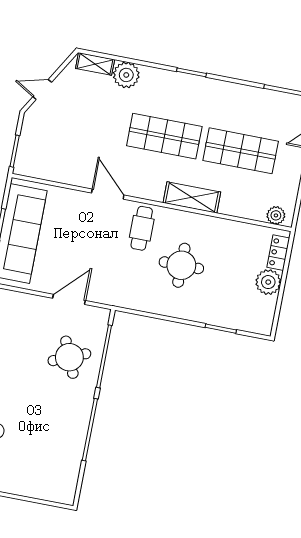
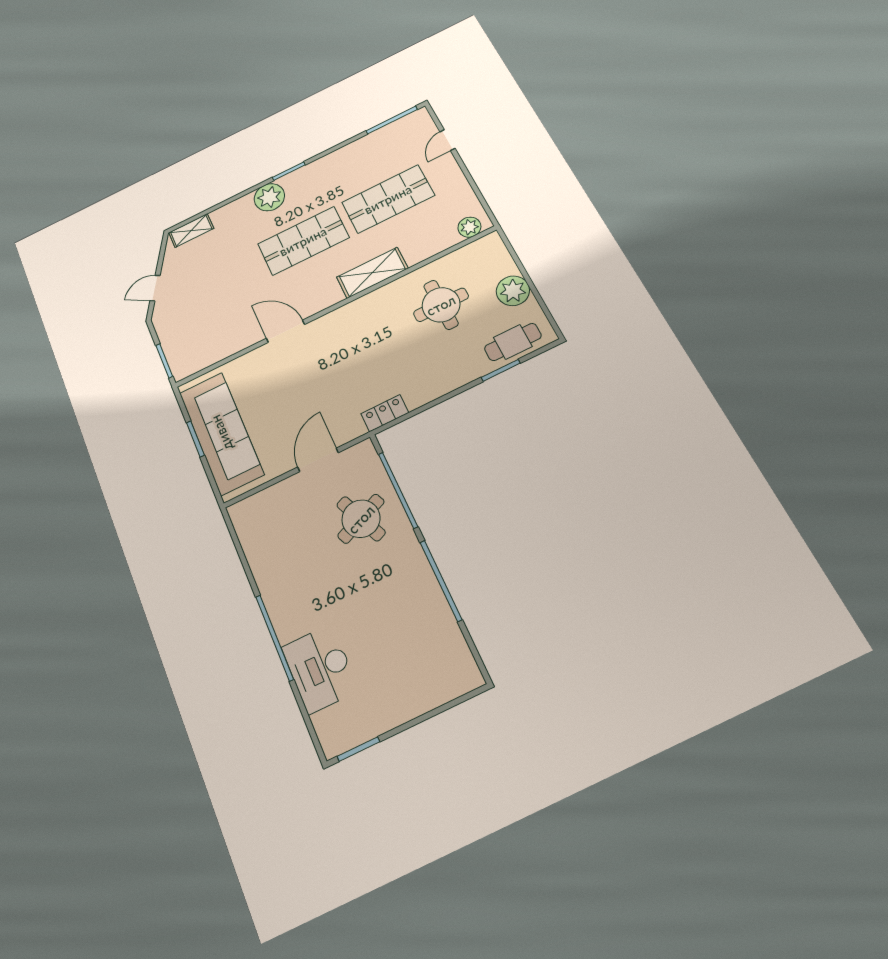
plant: (126, 75) -> (269, 197), moved
cafe table: (142, 228) -> (513, 342), moved, turned 90
locker: (278, 253) -> (385, 413), moved, turned 90
round table: (181, 265) -> (441, 305), moved

